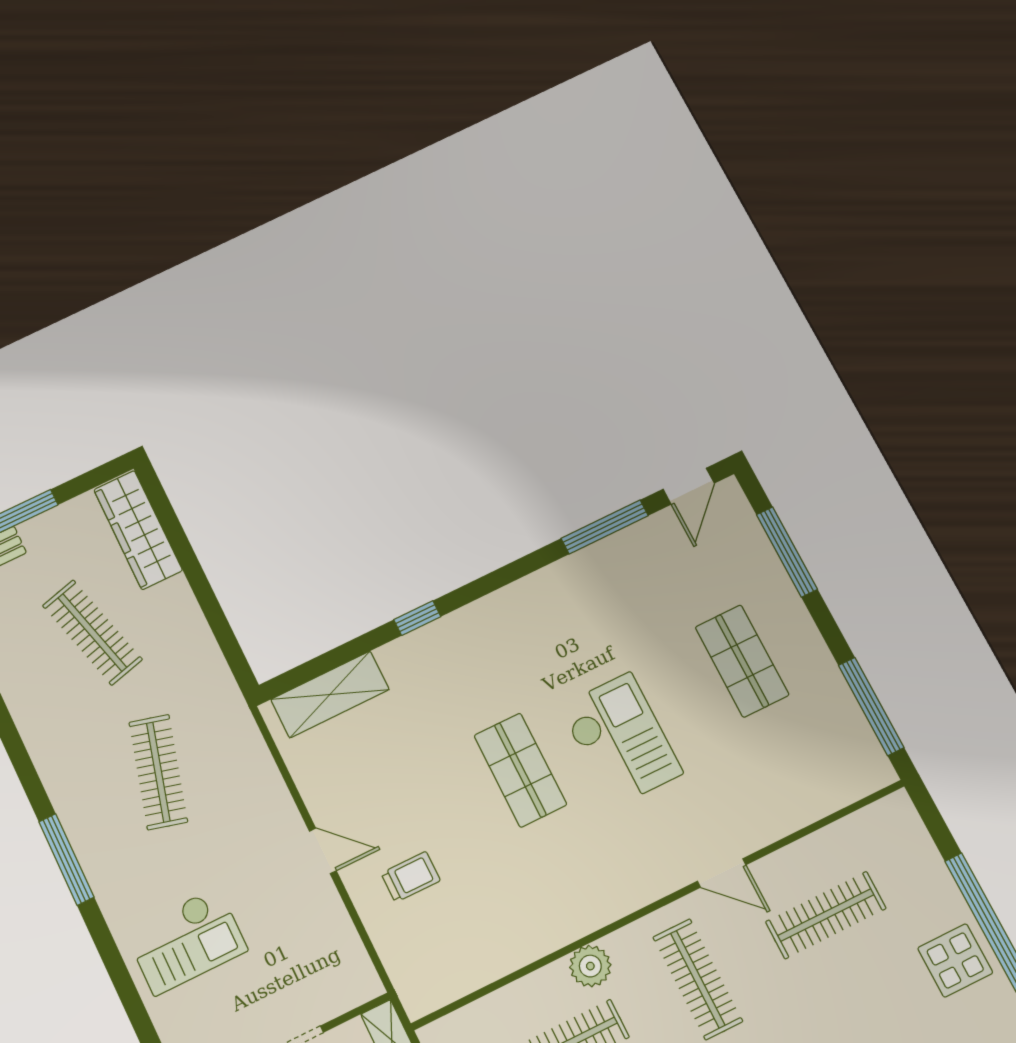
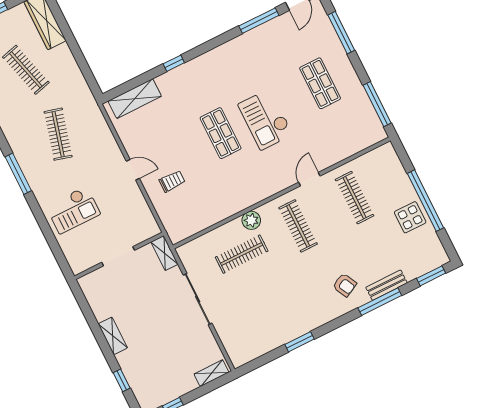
checkout: (621, 740) -> (265, 119), turned 180
door: (722, 873) -> (309, 179), swing flipped
clothes rail: (826, 915) -> (355, 198), turned 90

